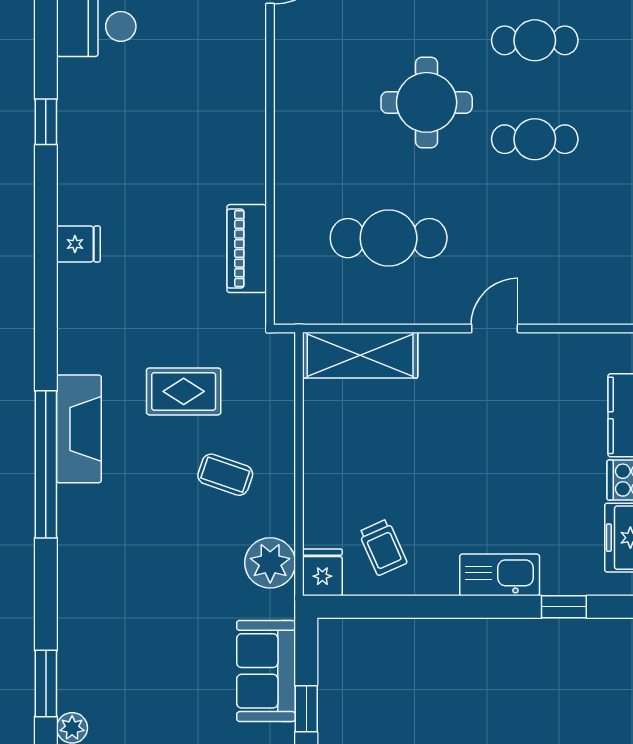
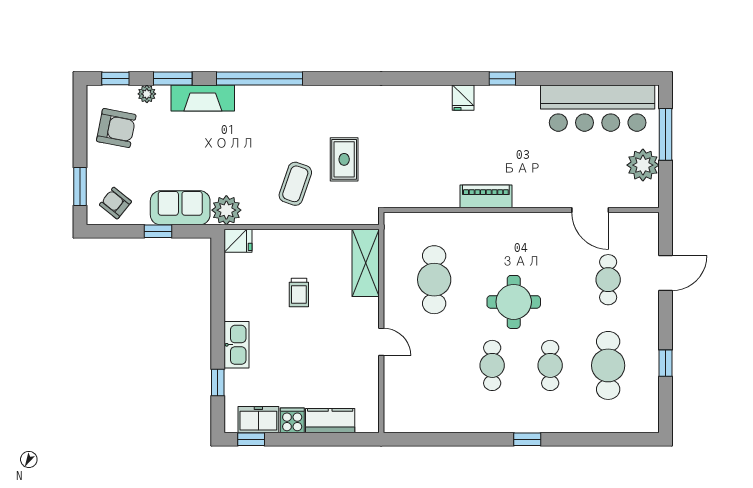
fridge: (78, 244) -> (463, 98), moved
piano: (247, 249) -> (486, 196), moved
fireplace: (79, 429) -> (203, 98), moved
window: (46, 464) -> (259, 79), moved
coffee table: (225, 475) -> (295, 184), width x1.36, depth x1.30
trolley: (383, 547) -> (299, 292), moved, turned -66
plant: (270, 563) -> (226, 210), moved

